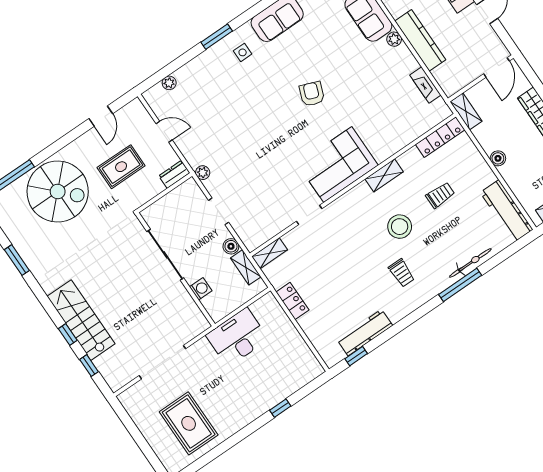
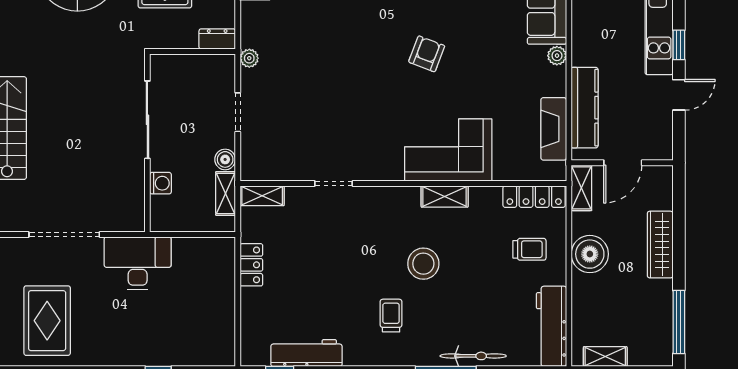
kitchen counter: (420, 40) -> (585, 108), moved
door: (497, 67) -> (623, 163), moved
fireplace: (425, 85) -> (554, 129), width x1.37, depth x1.32
boiler: (498, 158) -> (590, 254), width x1.86, depth x1.86
corner sofa: (338, 165) -> (448, 150), moved
trolley: (440, 195) -> (529, 249), moved
trolley: (402, 273) -> (391, 316), turned 180
desk: (237, 337) -> (138, 263), moved

